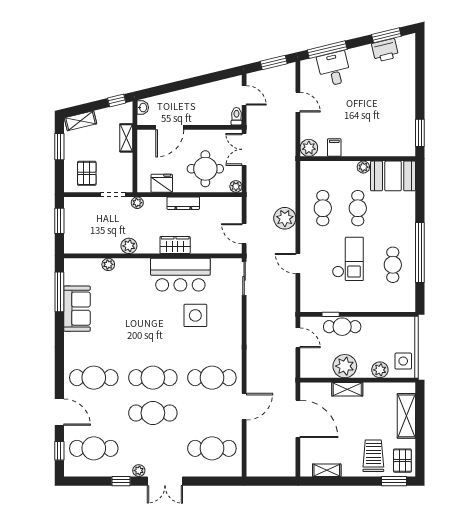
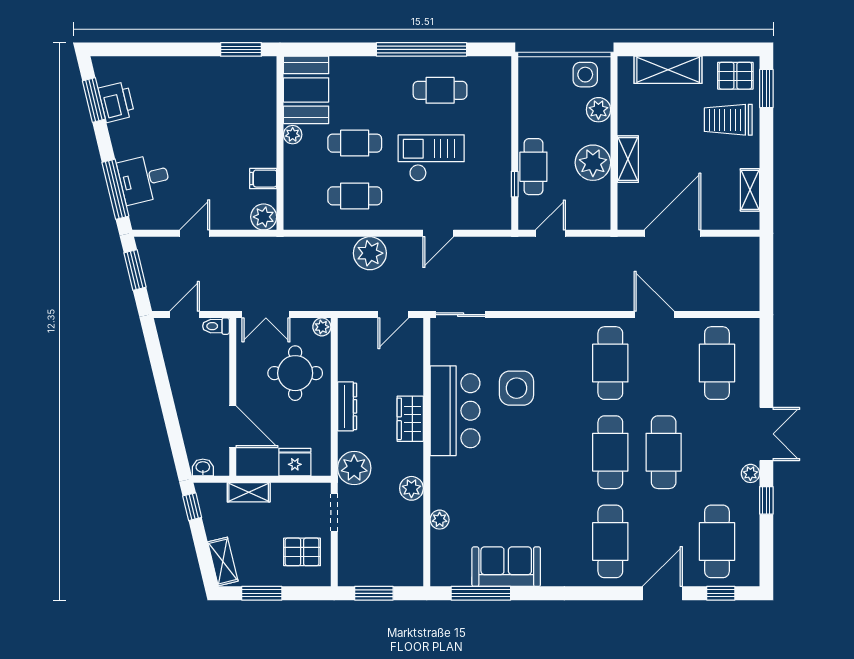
fridge: (162, 183) -> (295, 462), moved, turned 90
plant: (137, 203) -> (354, 468), width x1.87, depth x1.87

